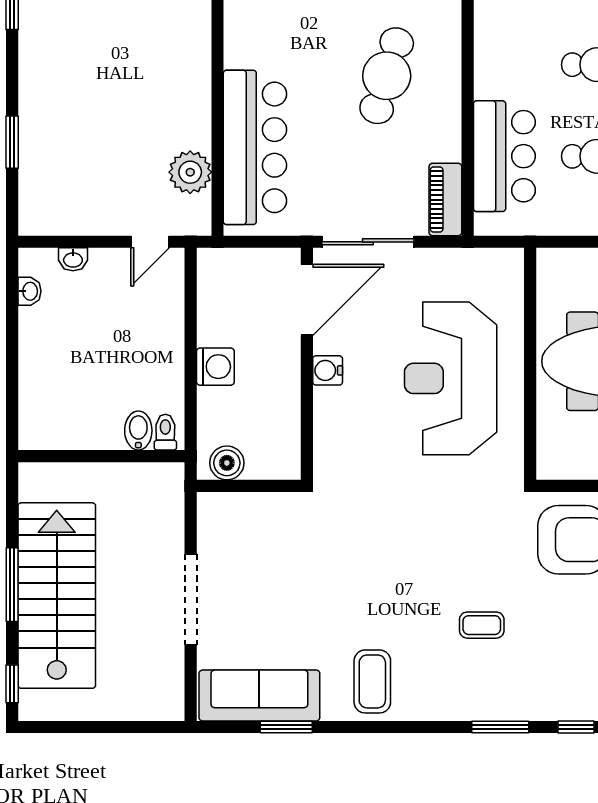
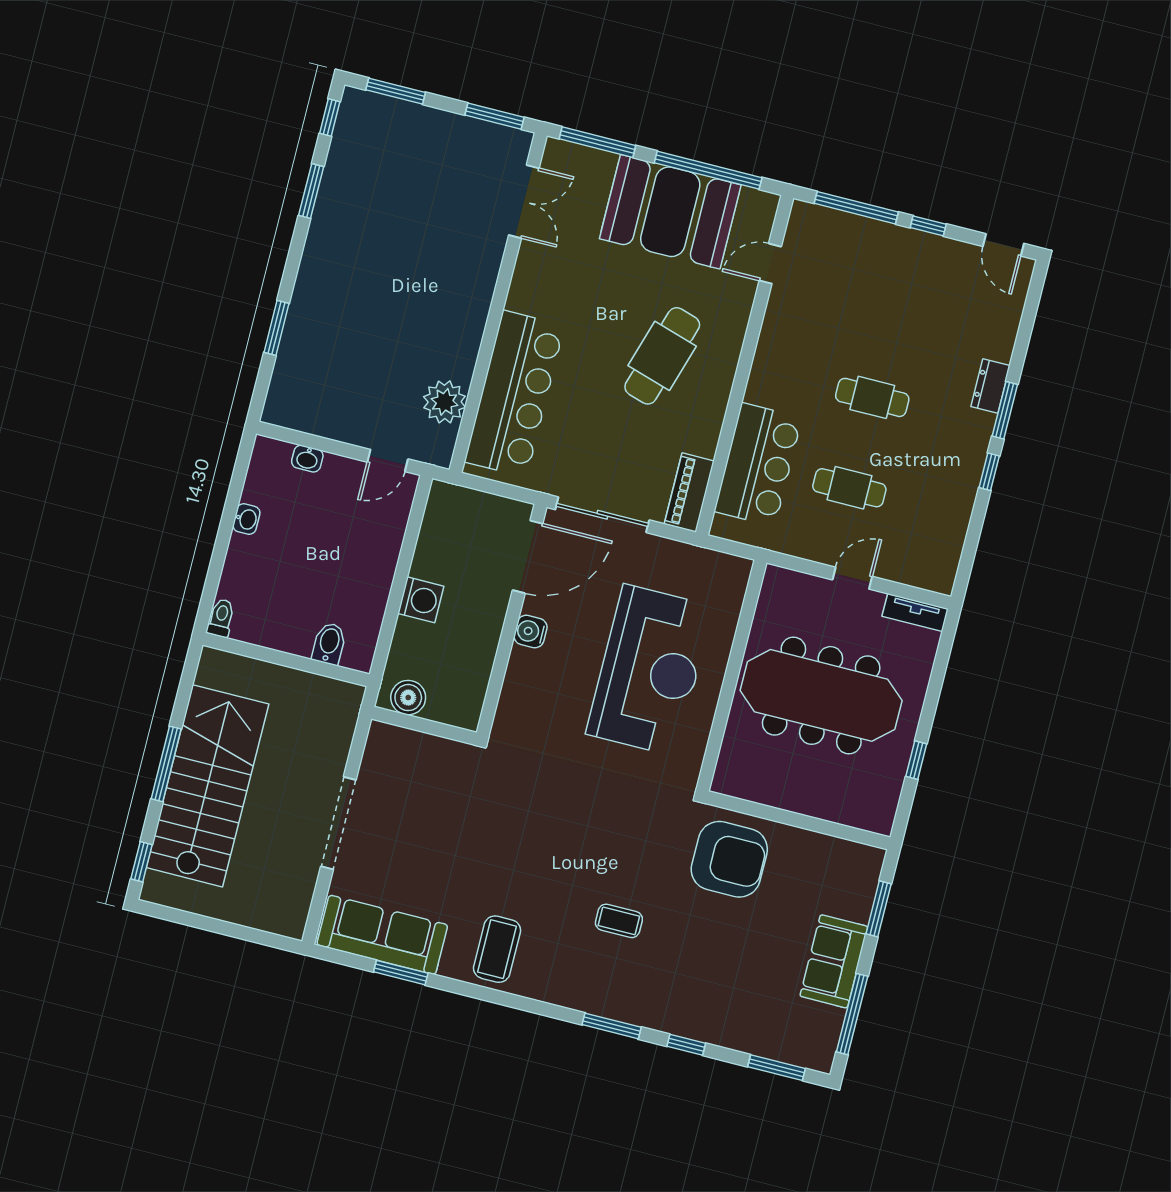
washbasin: (29, 291) -> (246, 519), moved
reception desk: (451, 378) -> (650, 670), turned 180
toilet: (165, 432) -> (221, 618), moved

